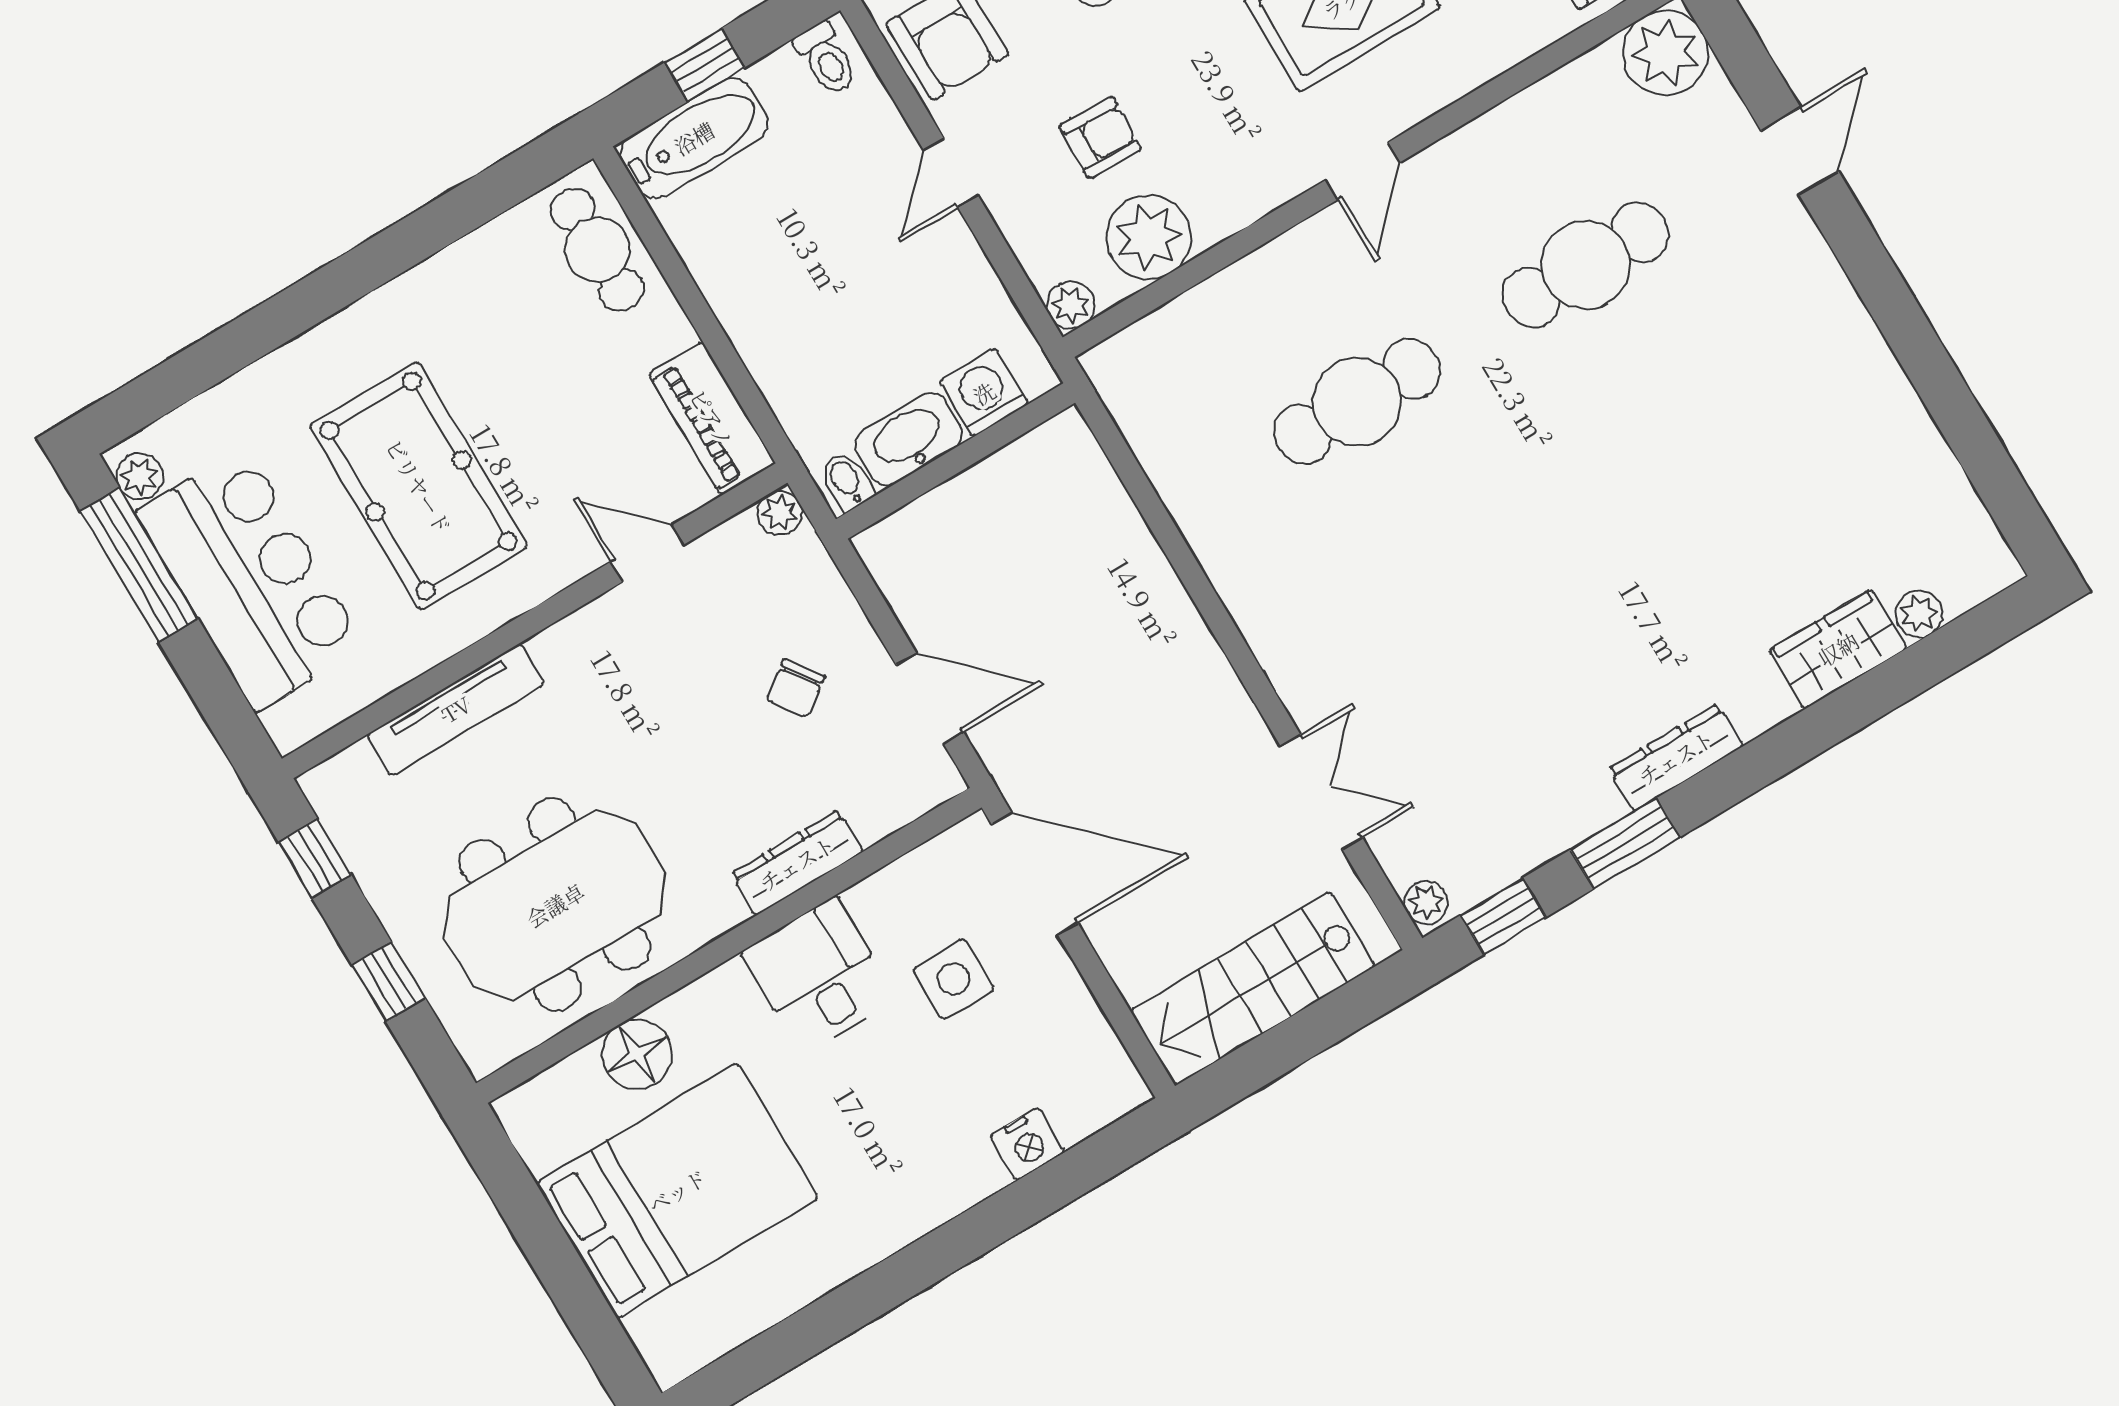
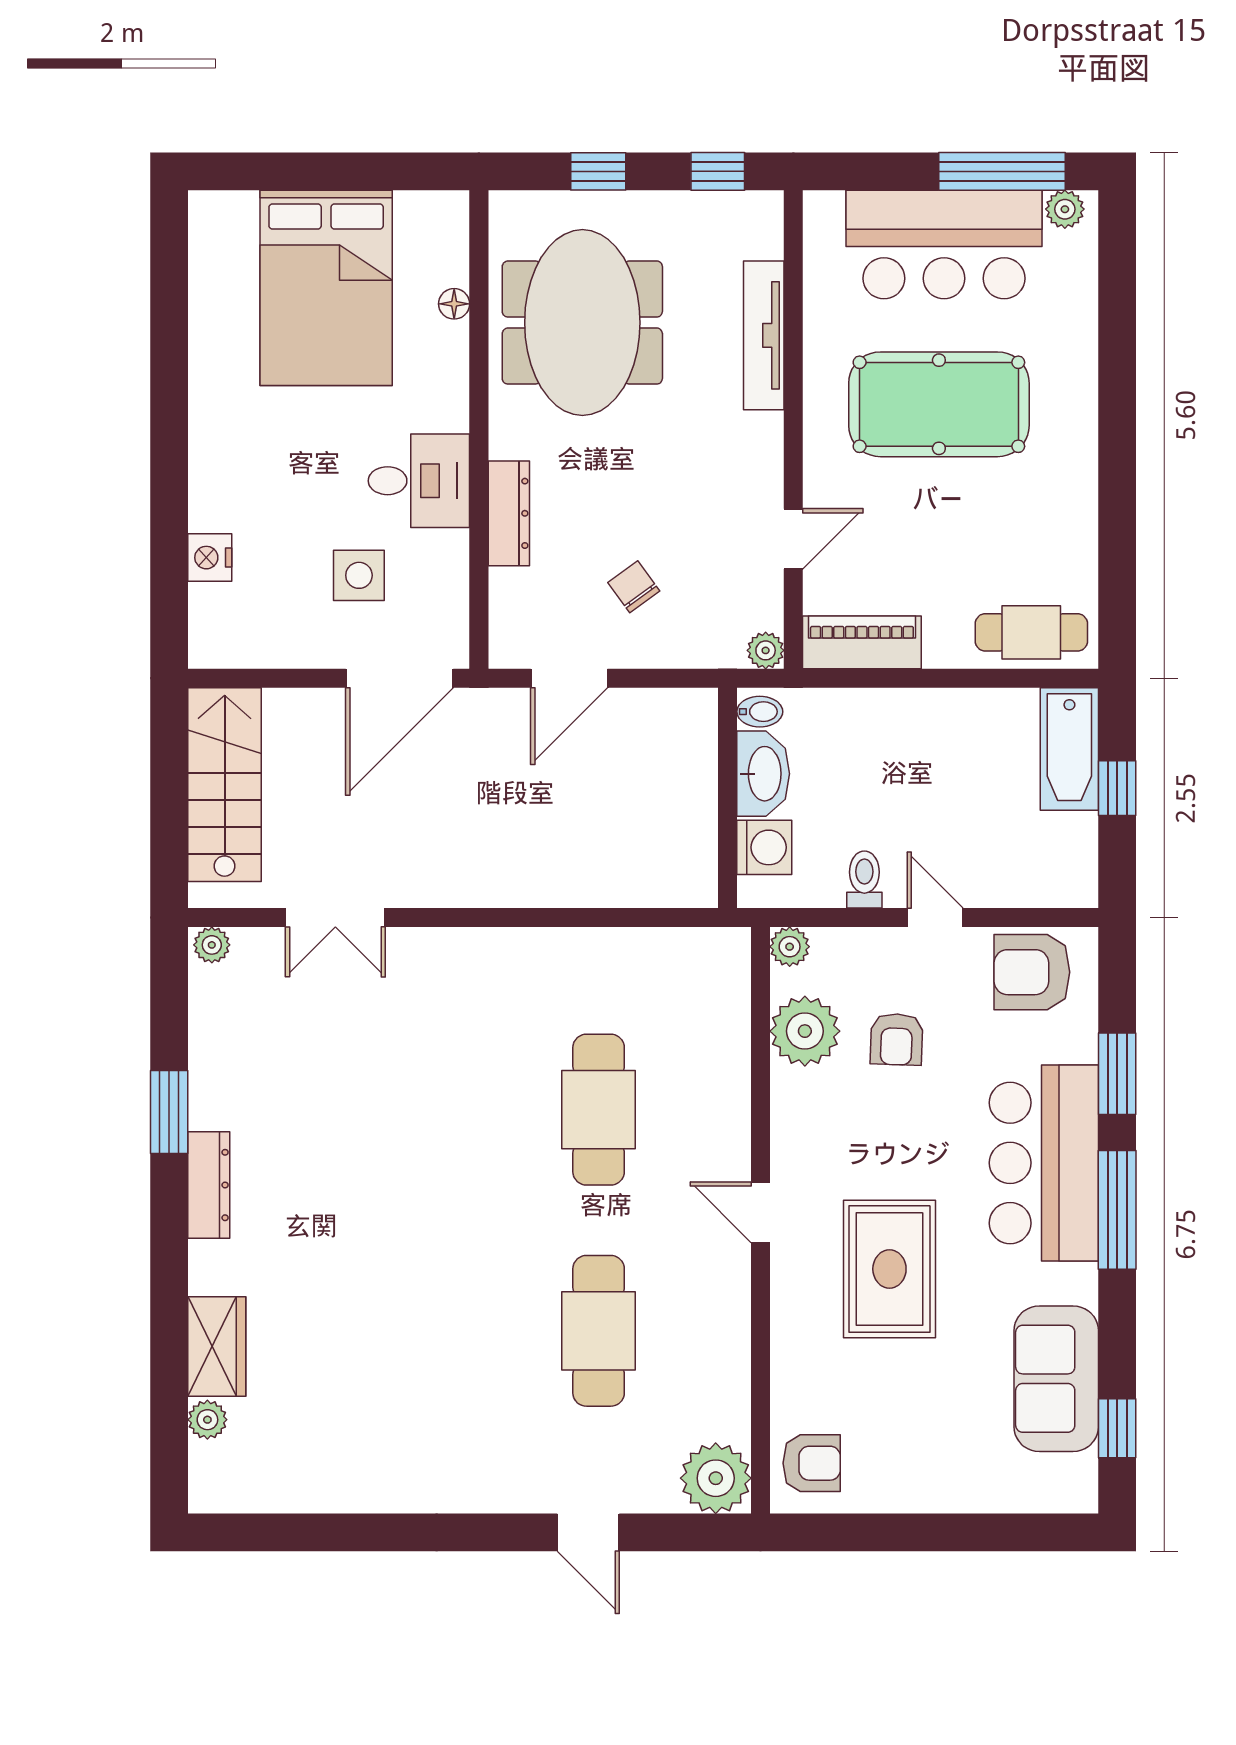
toilet: (826, 59) -> (864, 880), moved, turned 90
window: (1503, 916) -> (169, 994), removed
floor lamp: (637, 1054) -> (454, 304), width x0.53, depth x0.53

